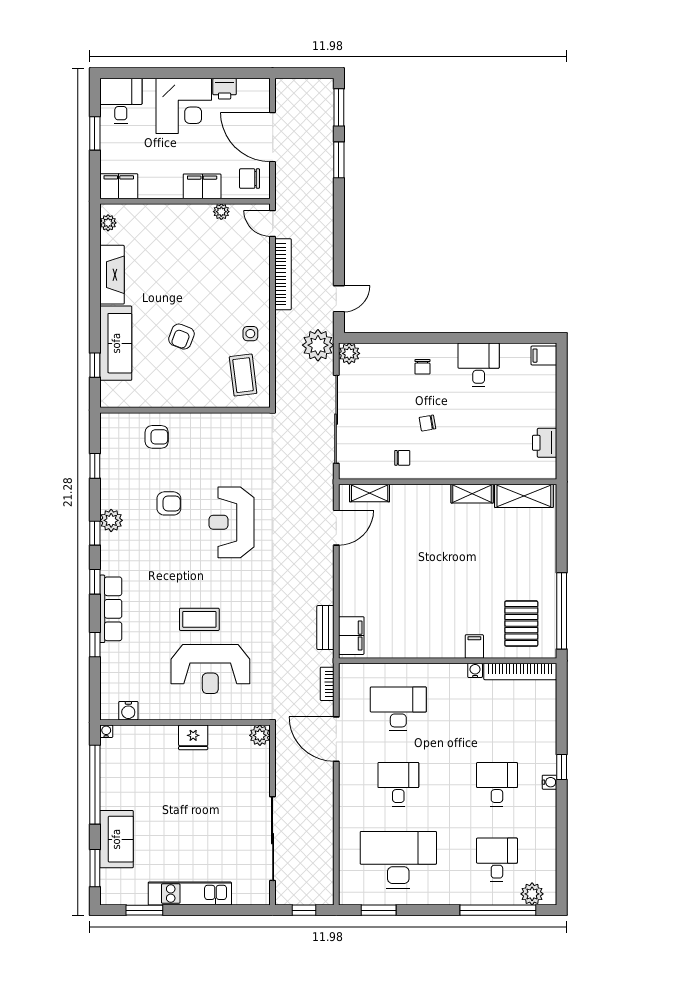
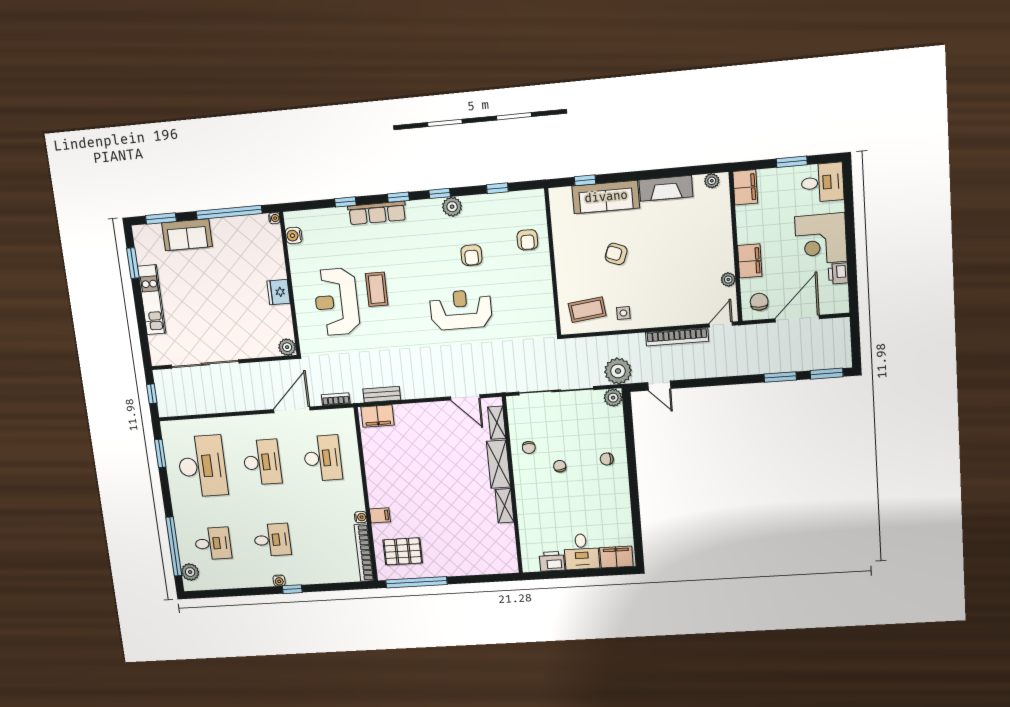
filing cabinet: (544, 356) -> (616, 557), width x2.00
desk: (479, 365) -> (581, 552), moved, turned 90
shelving: (524, 496) -> (499, 464), moved
desk: (398, 784) -> (262, 462), width x1.37

